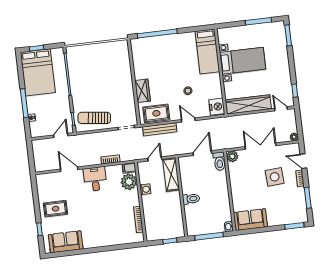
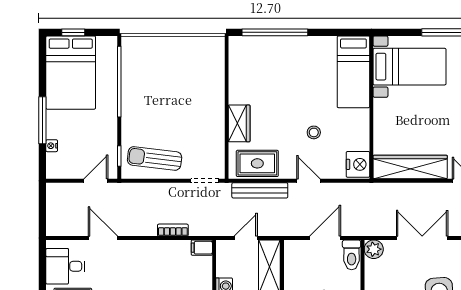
bed with nightstands: (243, 61) -> (410, 67), moved
desk: (95, 179) -> (65, 266), moved, turned -90
plant: (129, 182) -> (199, 270), removed

